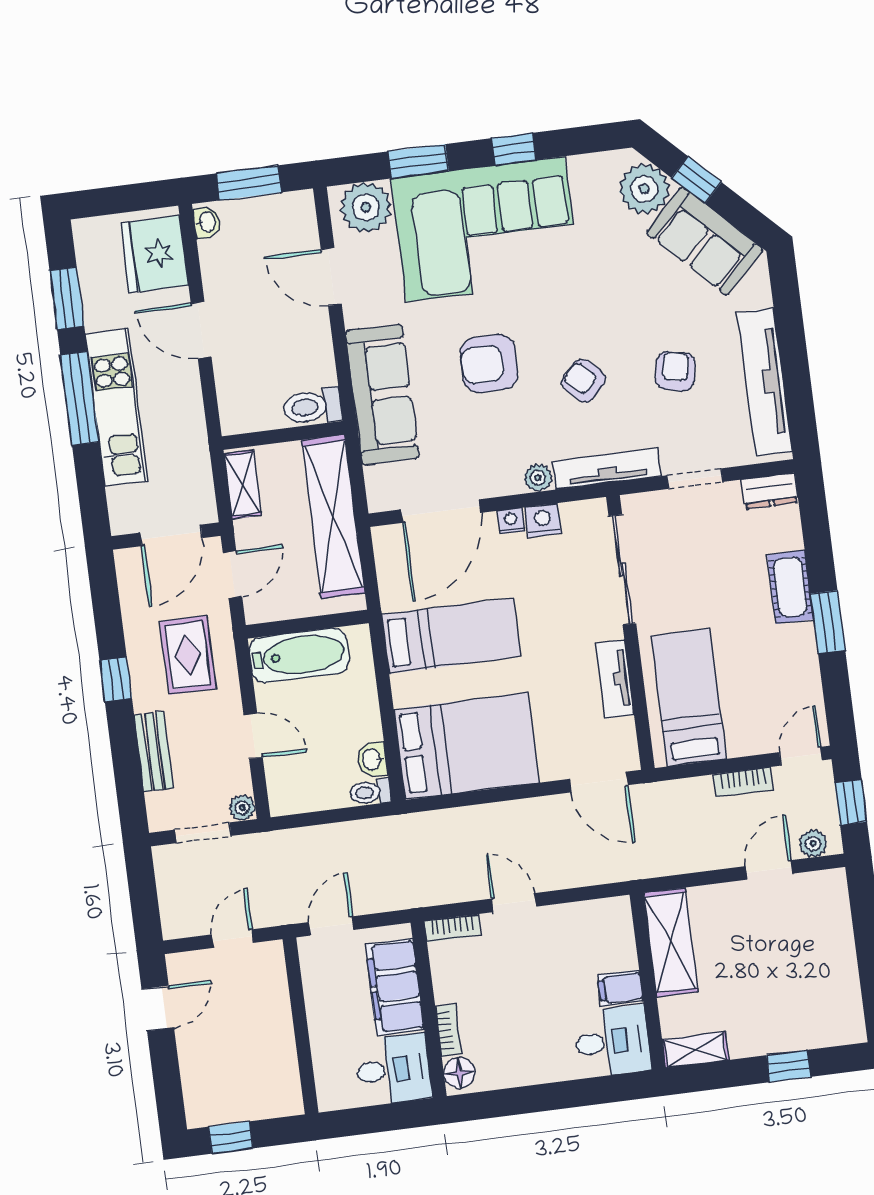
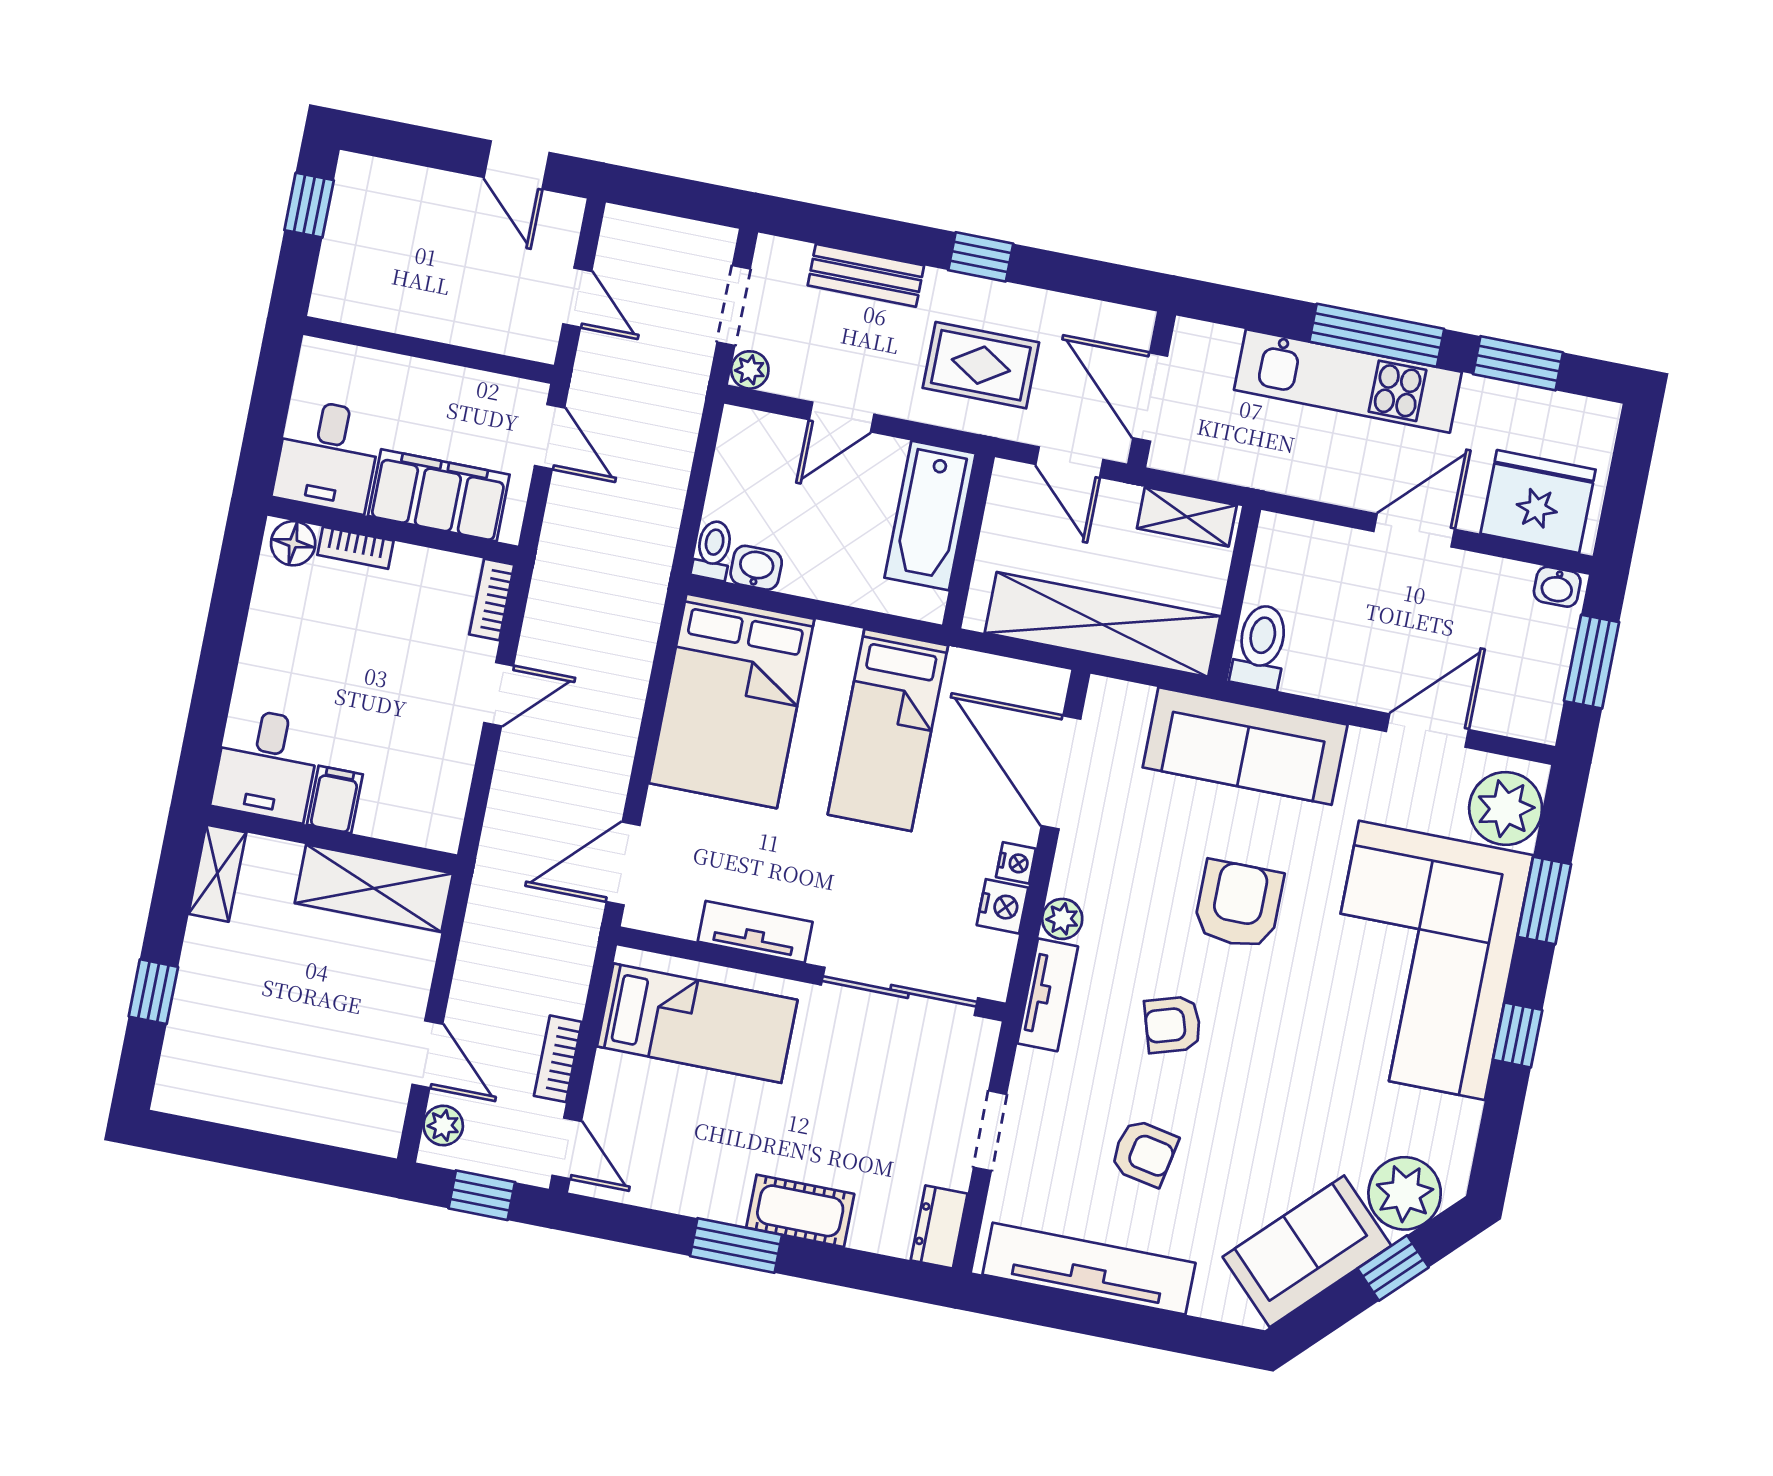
armchair: (584, 381) -> (1173, 1025), turned -151
tv unit: (607, 469) -> (1048, 995), width x0.71

